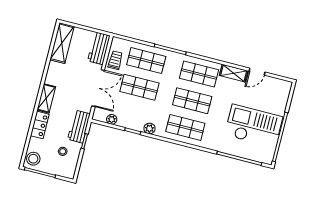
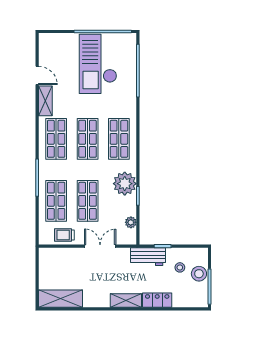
workbench: (99, 48) -> (56, 257), removed
double door: (98, 88) -> (100, 246), width x0.73
plant: (149, 129) -> (125, 184), width x1.88, depth x1.88
stool: (33, 159) -> (199, 274), moved

